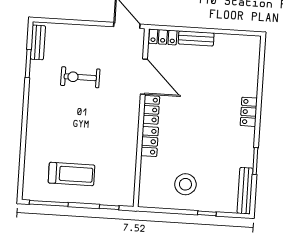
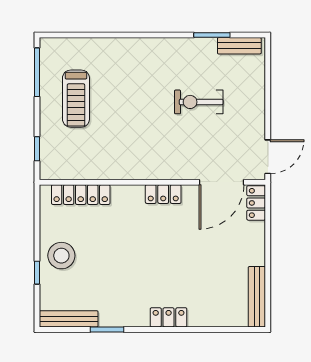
bench: (196, 38) -> (257, 297), moved, width x1.36
exercise bike: (80, 77) -> (199, 102), turned -90
door: (144, 77) -> (221, 182), moved
locker: (150, 142) -> (81, 195), moved, width x1.53
stool: (185, 184) -> (61, 256), moved

